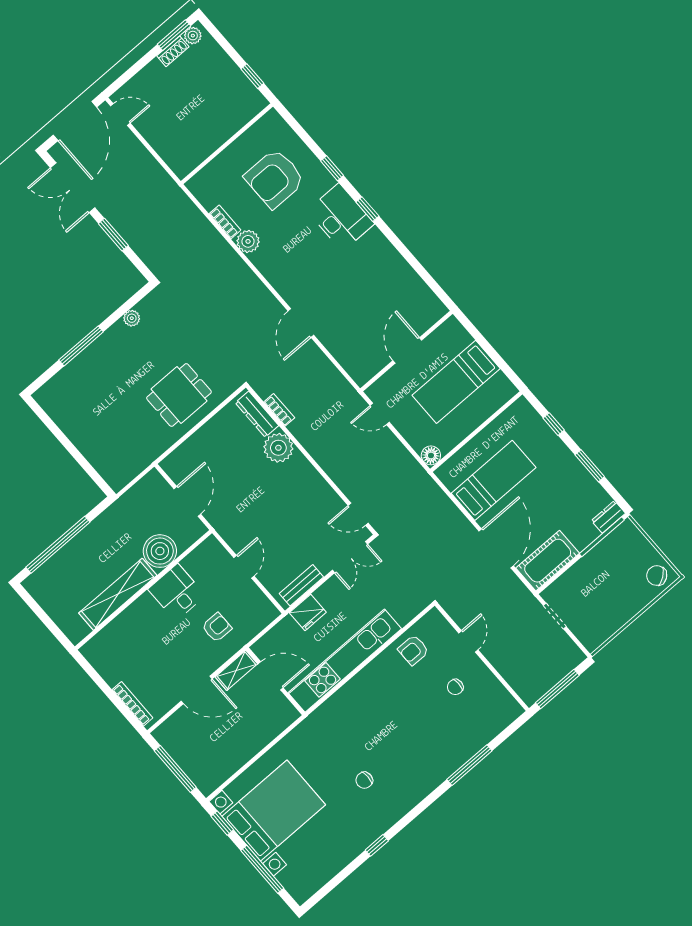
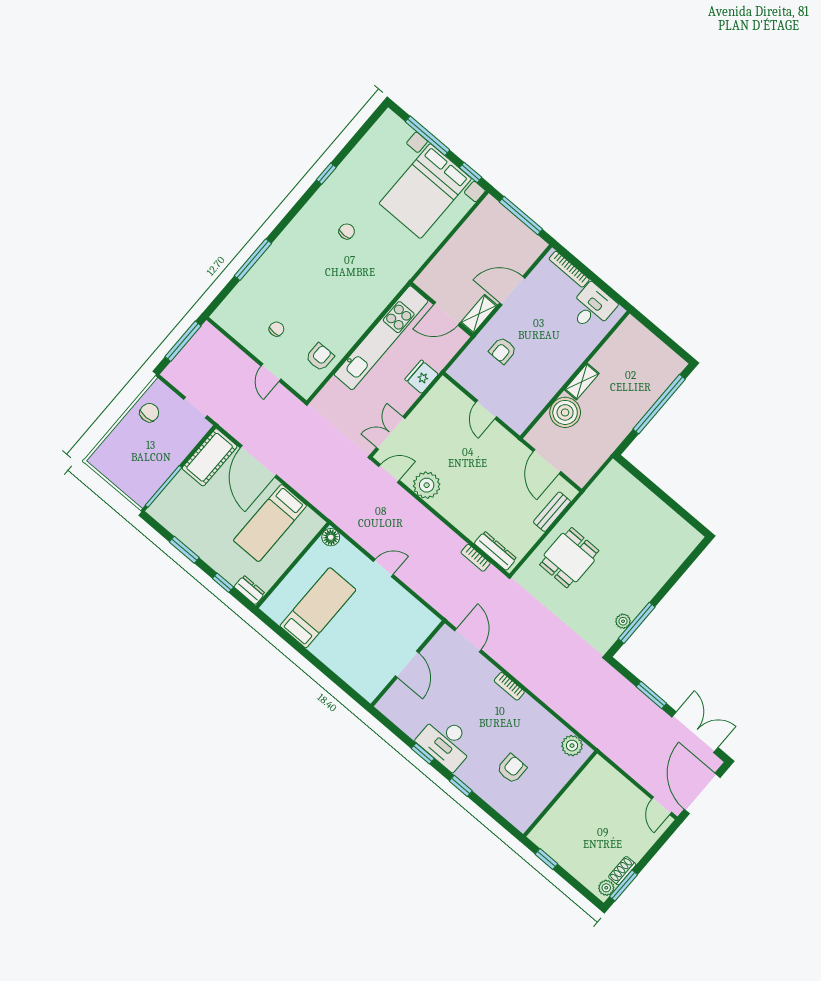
door: (120, 115) -> (662, 806), hinge flipped
armchair: (275, 178) -> (512, 769), width x0.53, depth x0.53
bookcase: (225, 222) -> (509, 686), moved
plant: (248, 241) -> (572, 746), moved
window: (81, 346) -> (637, 623), moved
door: (407, 350) -> (407, 664), moved
wall: (406, 351) -> (408, 664), moved
plant: (278, 448) -> (427, 485), moved
dresser: (608, 517) -> (249, 590), moved, turned -90
chair: (657, 576) -> (149, 413), moved, turned -54
bench: (301, 585) -> (552, 512), moved
desk: (177, 592) -> (592, 307), moved, turned -90
shelving: (118, 594) -> (582, 382), width x0.45, depth x0.75

